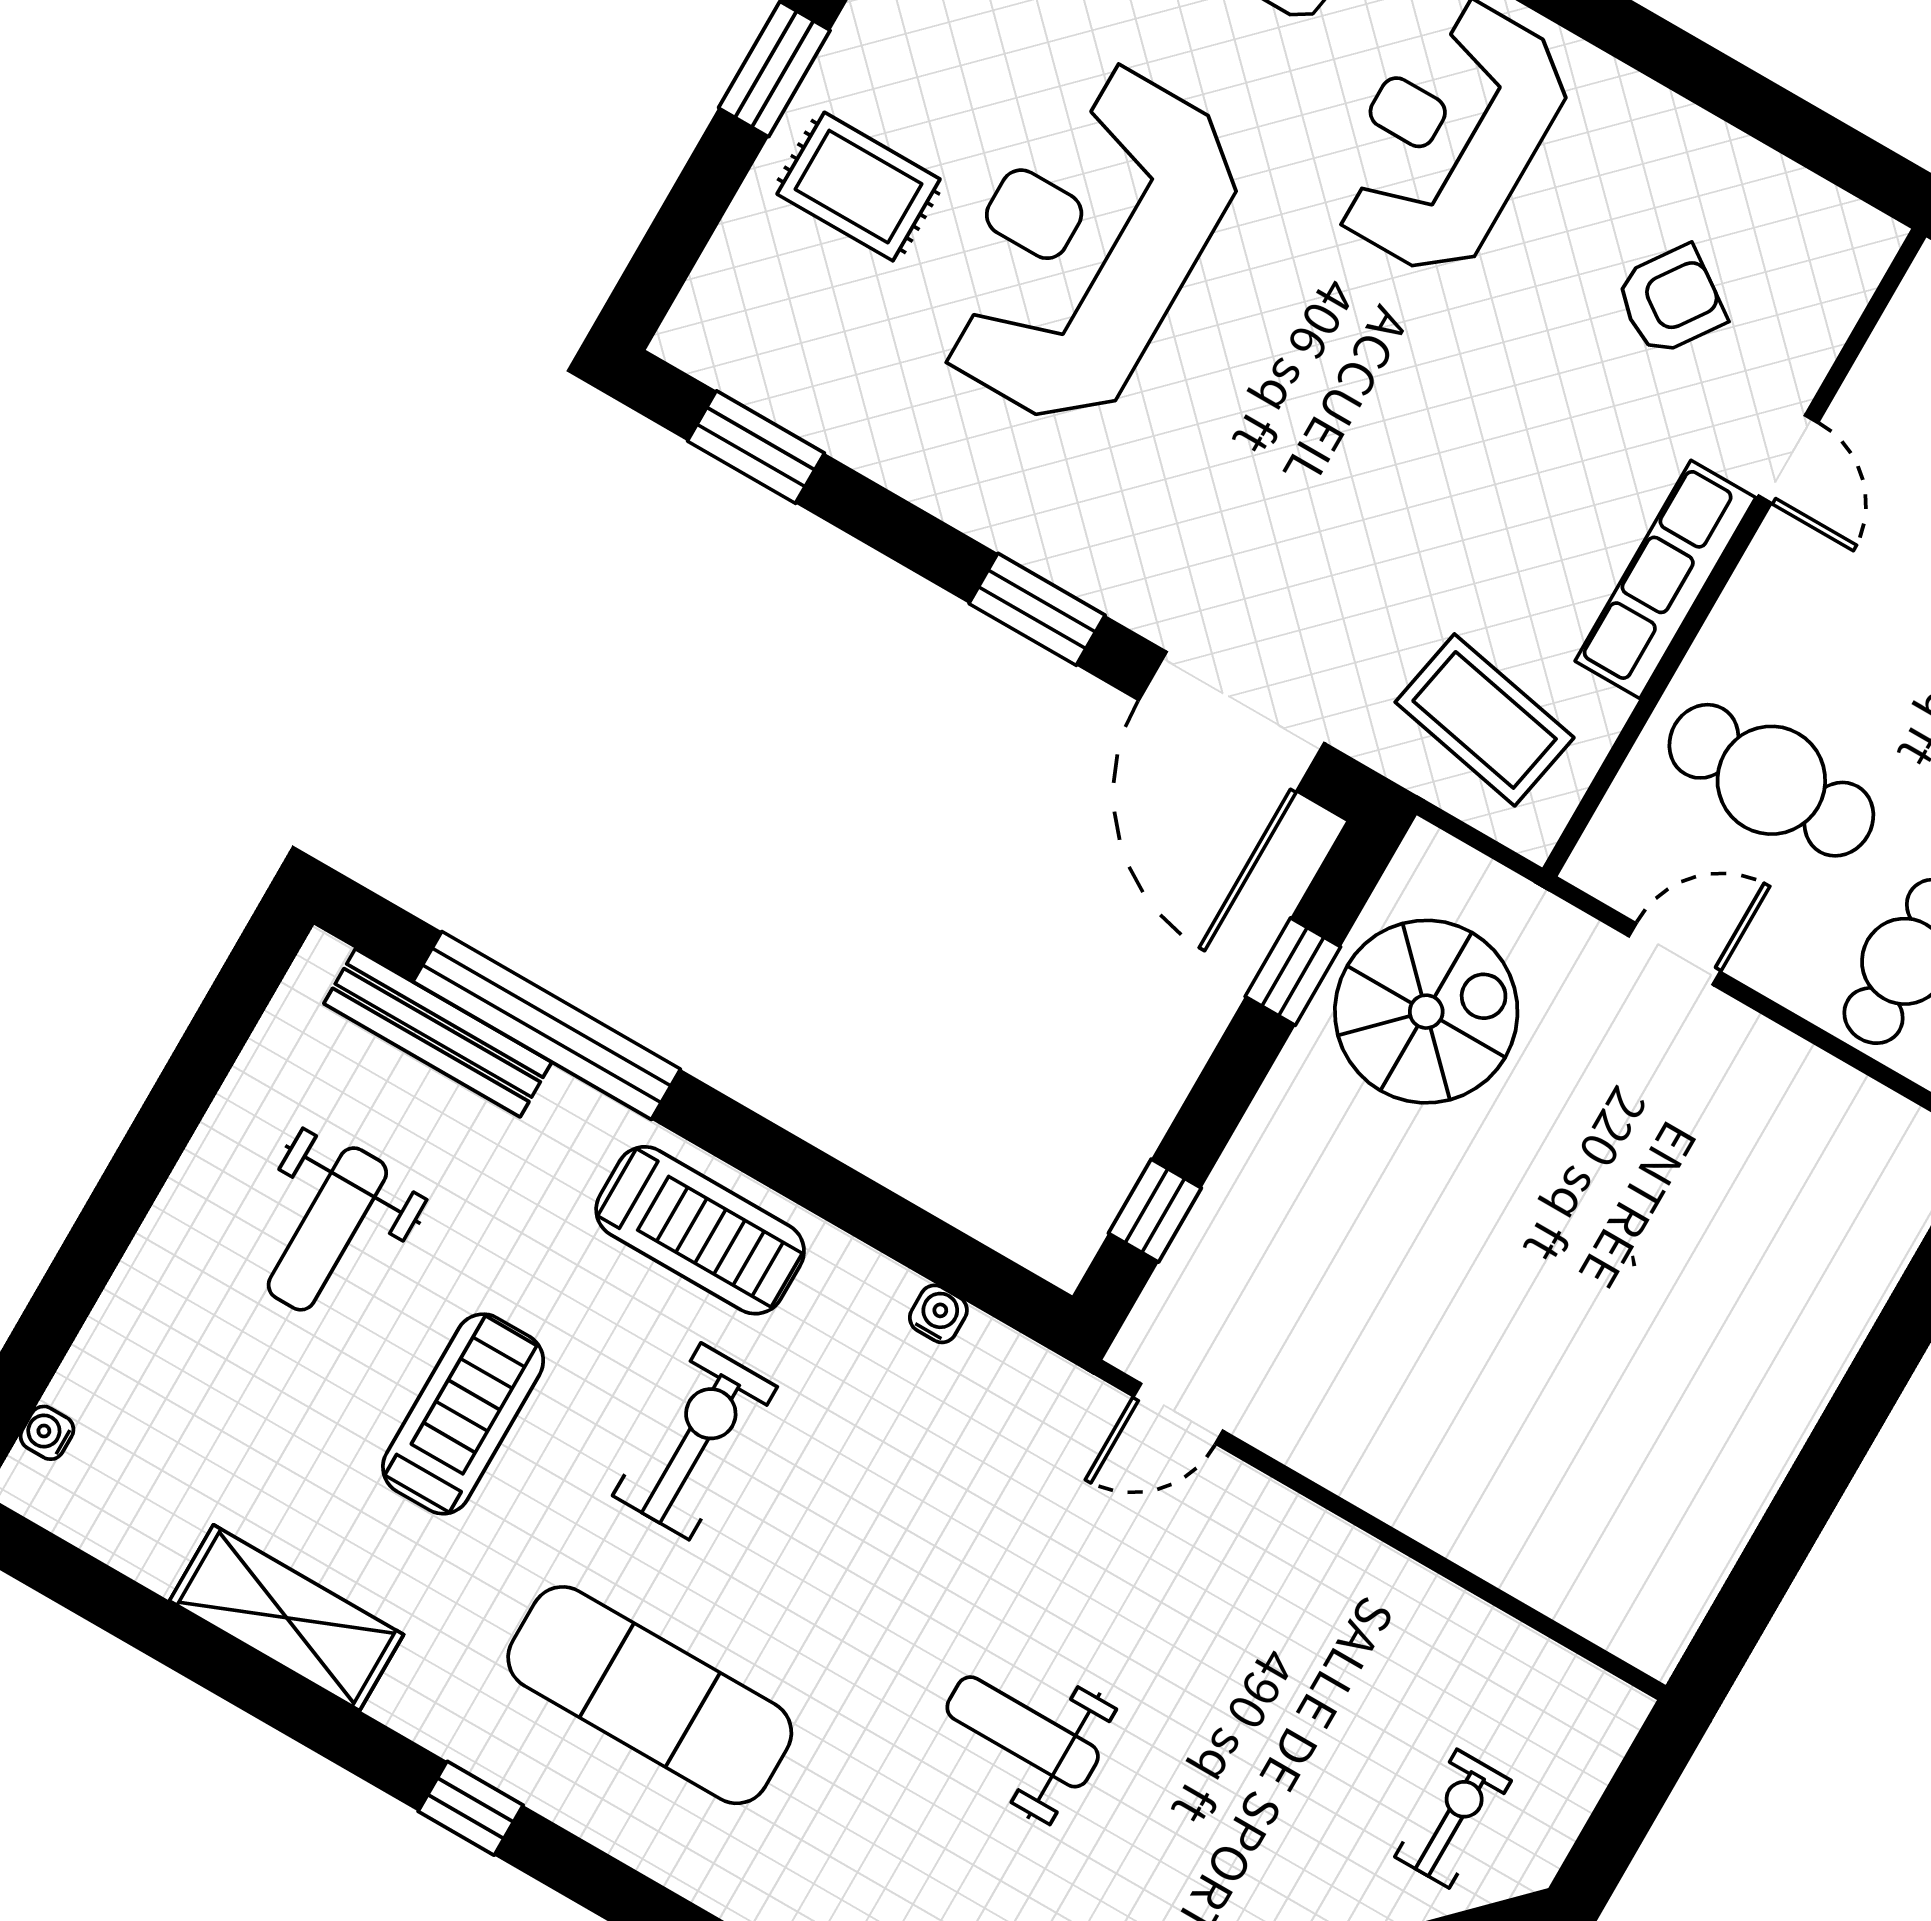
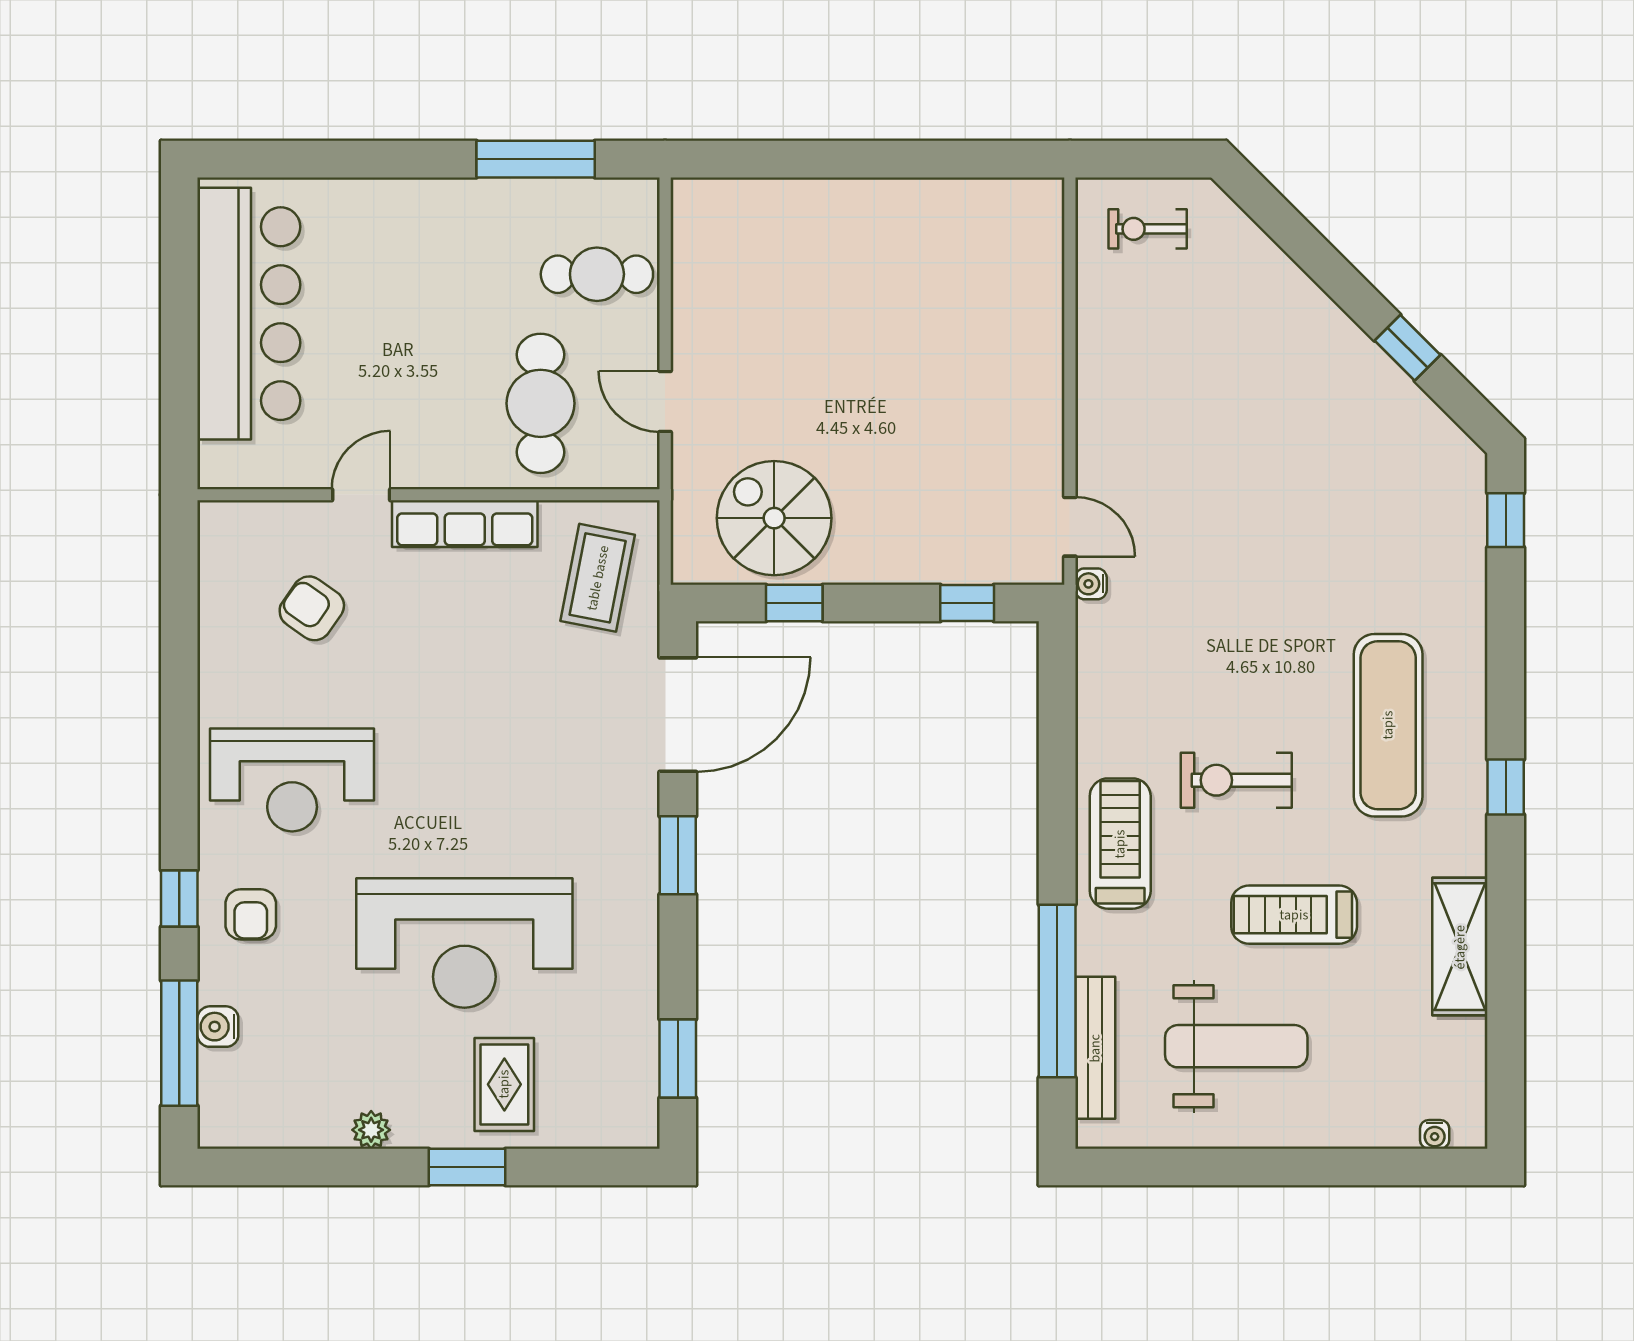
weight bench: (327, 1229) -> (1236, 1046), width x1.36, depth x1.33
water cooler: (938, 1314) -> (1091, 584), moved
weight bench: (1023, 1732) -> (1291, 512), removed
exercise bike: (1453, 1819) -> (1148, 229), moved

